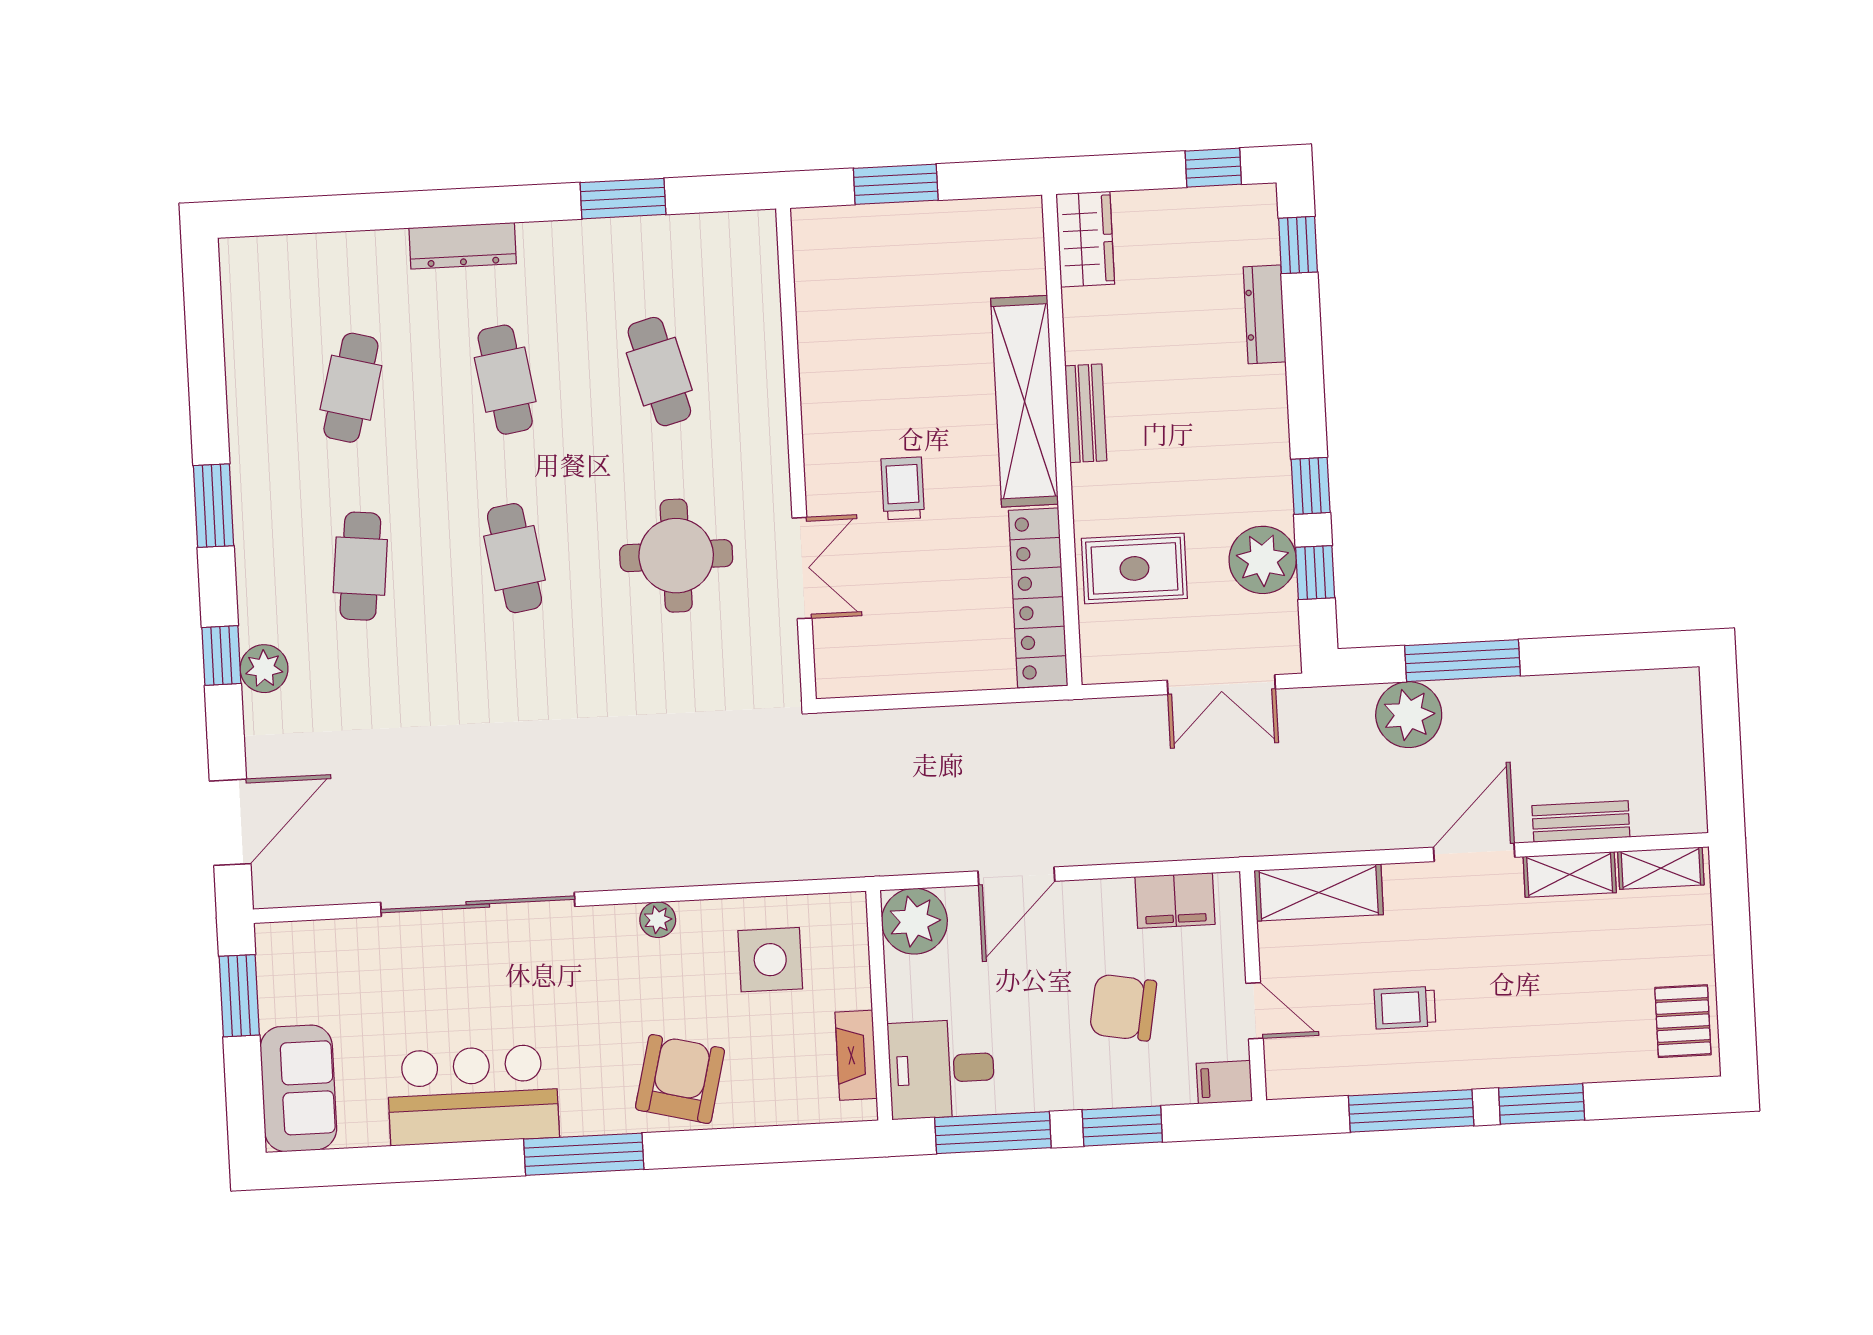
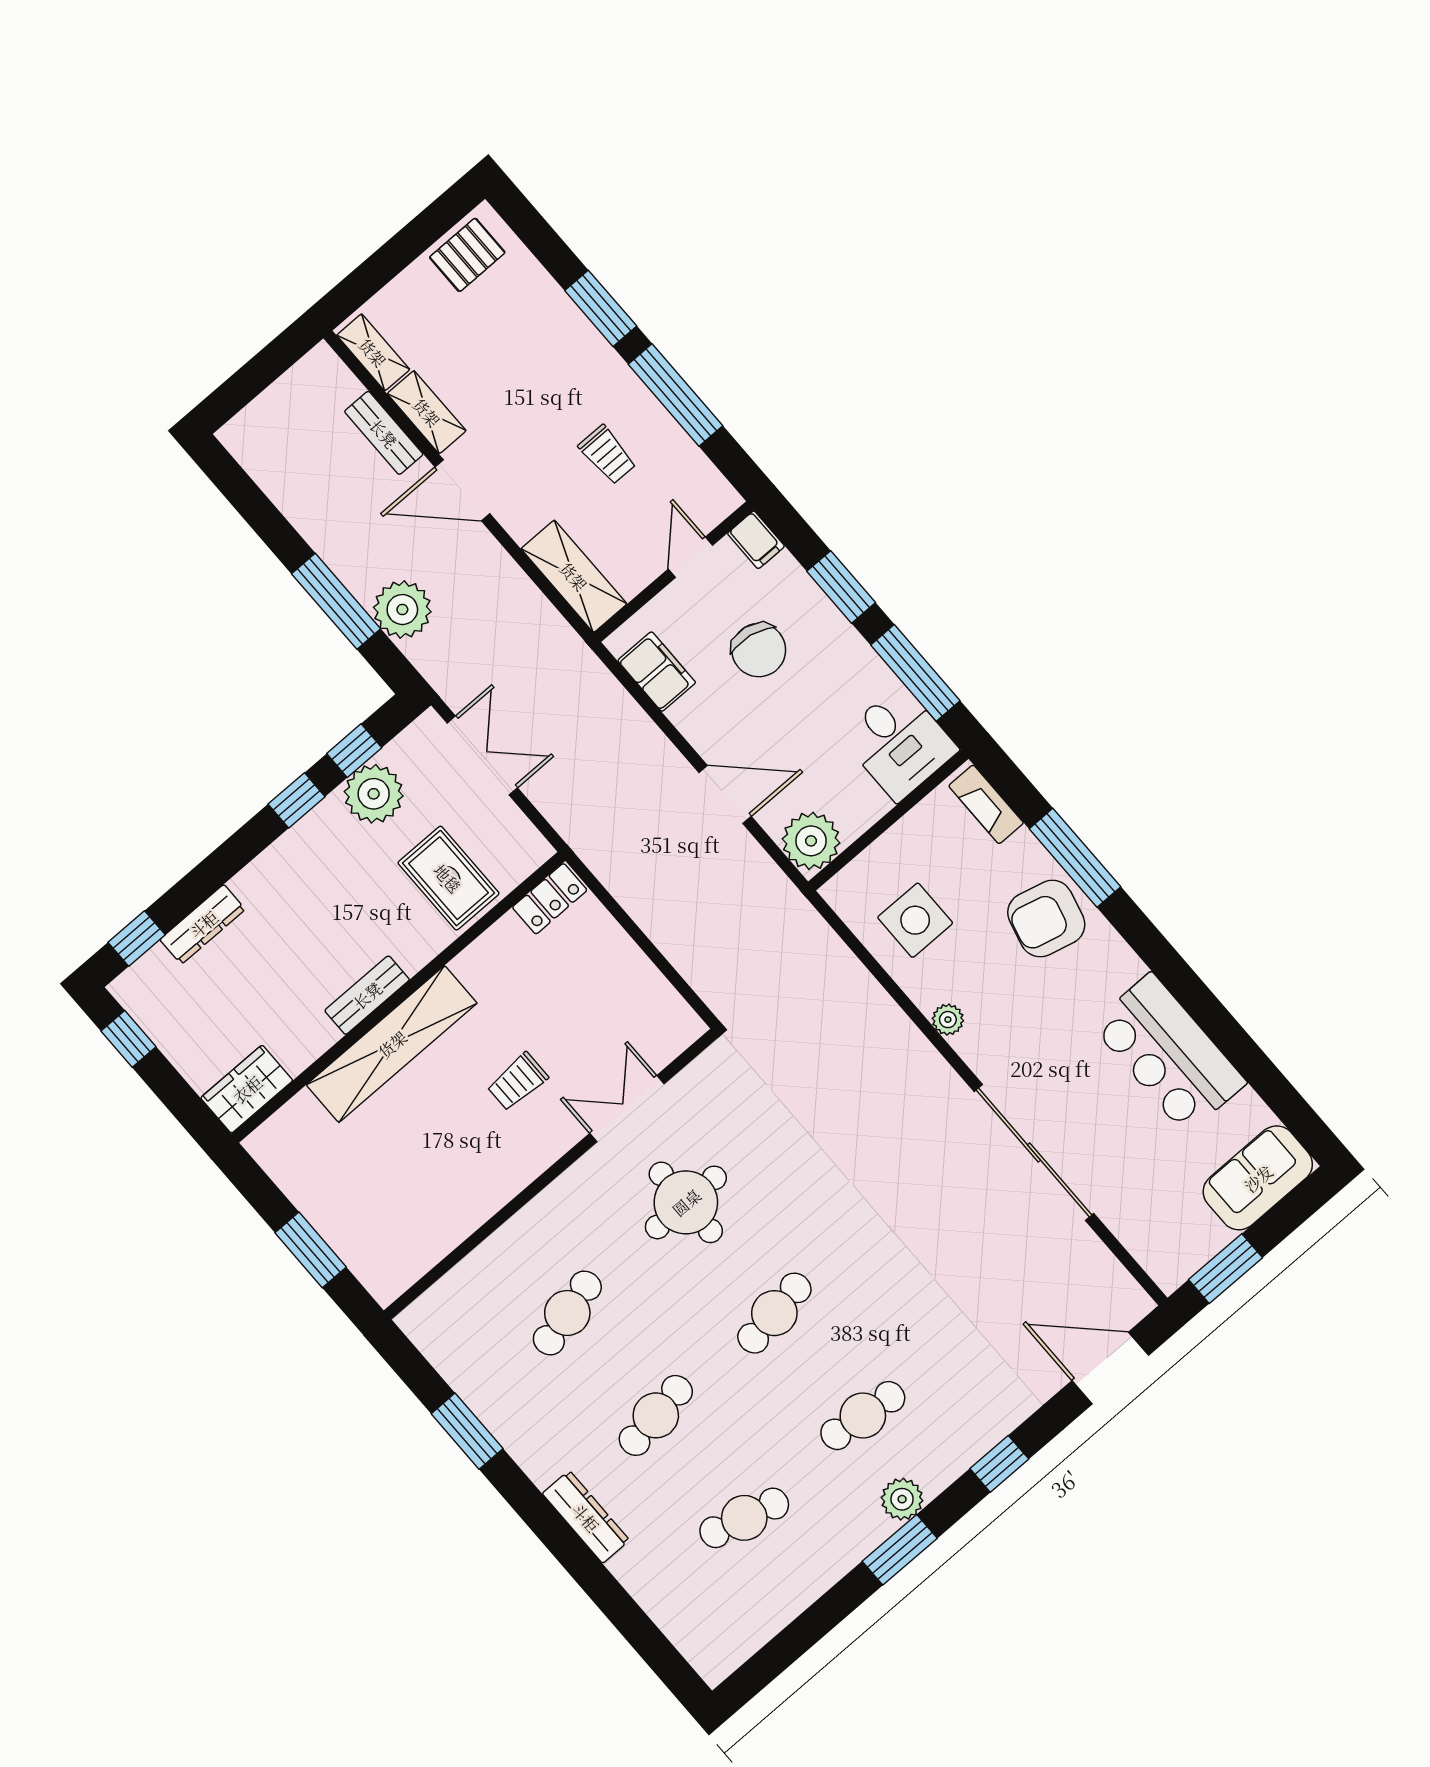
locker: (1038, 598) -> (550, 899), width x0.46, depth x0.83
plant: (264, 669) -> (902, 1499), moved
fireplace: (856, 1055) -> (986, 804), moved, turned 90
window: (584, 1154) -> (1075, 858), moved

